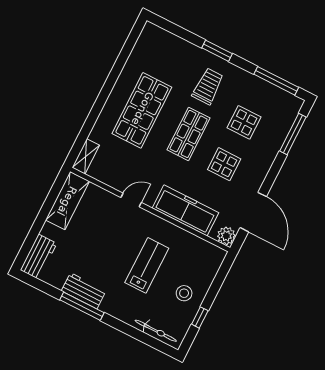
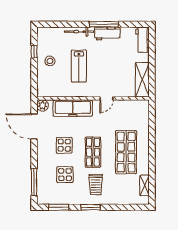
window: (217, 51) -> (90, 207), moved
window: (276, 81) -> (59, 207), width x0.69
shelving: (86, 156) -> (145, 186), moved
bicycle: (156, 331) -> (79, 32), moved

